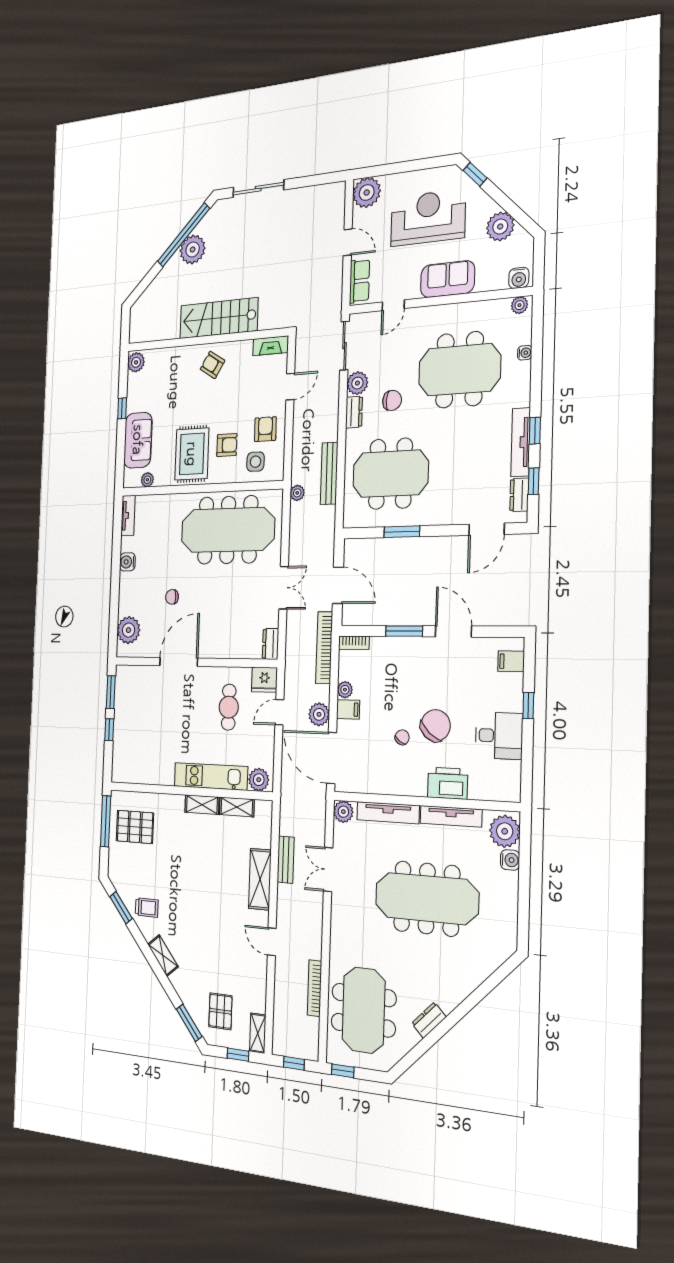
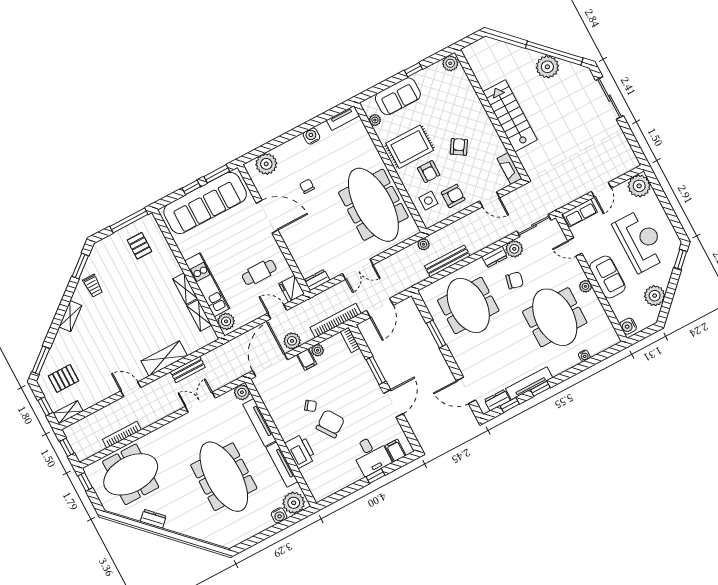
plant: (519, 305) -> (585, 286), moved
armchair: (212, 365) -> (459, 147), moved
chair: (392, 400) -> (515, 280), turned -81
sofa: (131, 724) -> (205, 203), added
chair: (435, 725) -> (330, 424), turned -76
desk: (499, 736) -> (371, 455), moved
pallet: (135, 827) -> (139, 246), width x0.67, depth x0.71
door: (272, 942) -> (131, 389), hinge flipped

